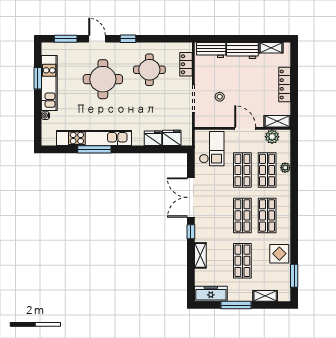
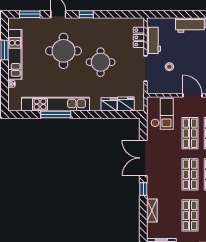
workbench: (211, 50) -> (153, 40), moved, turned -90
round table: (149, 70) -> (101, 62), moved

